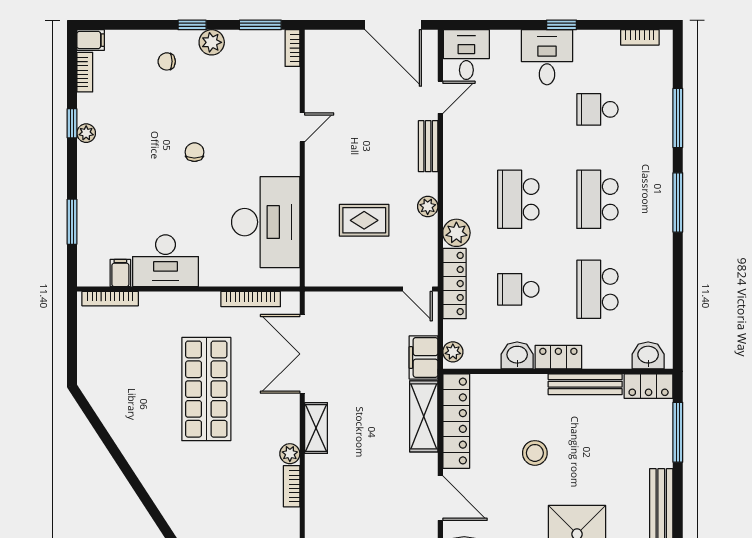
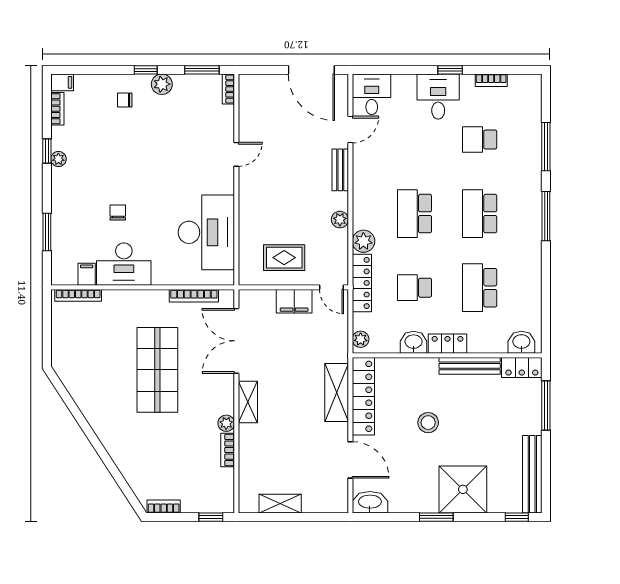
bookcase: (640, 37) -> (491, 80), moved
chair: (194, 152) -> (118, 212), moved
rug: (364, 220) -> (284, 258), moved
filing cabinet: (424, 357) -> (294, 301), moved, turned -90

